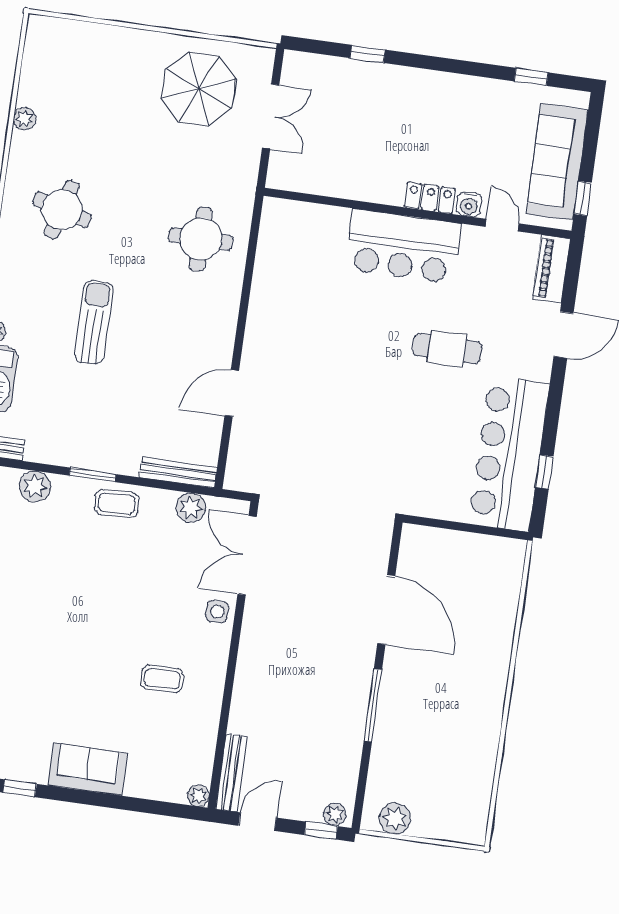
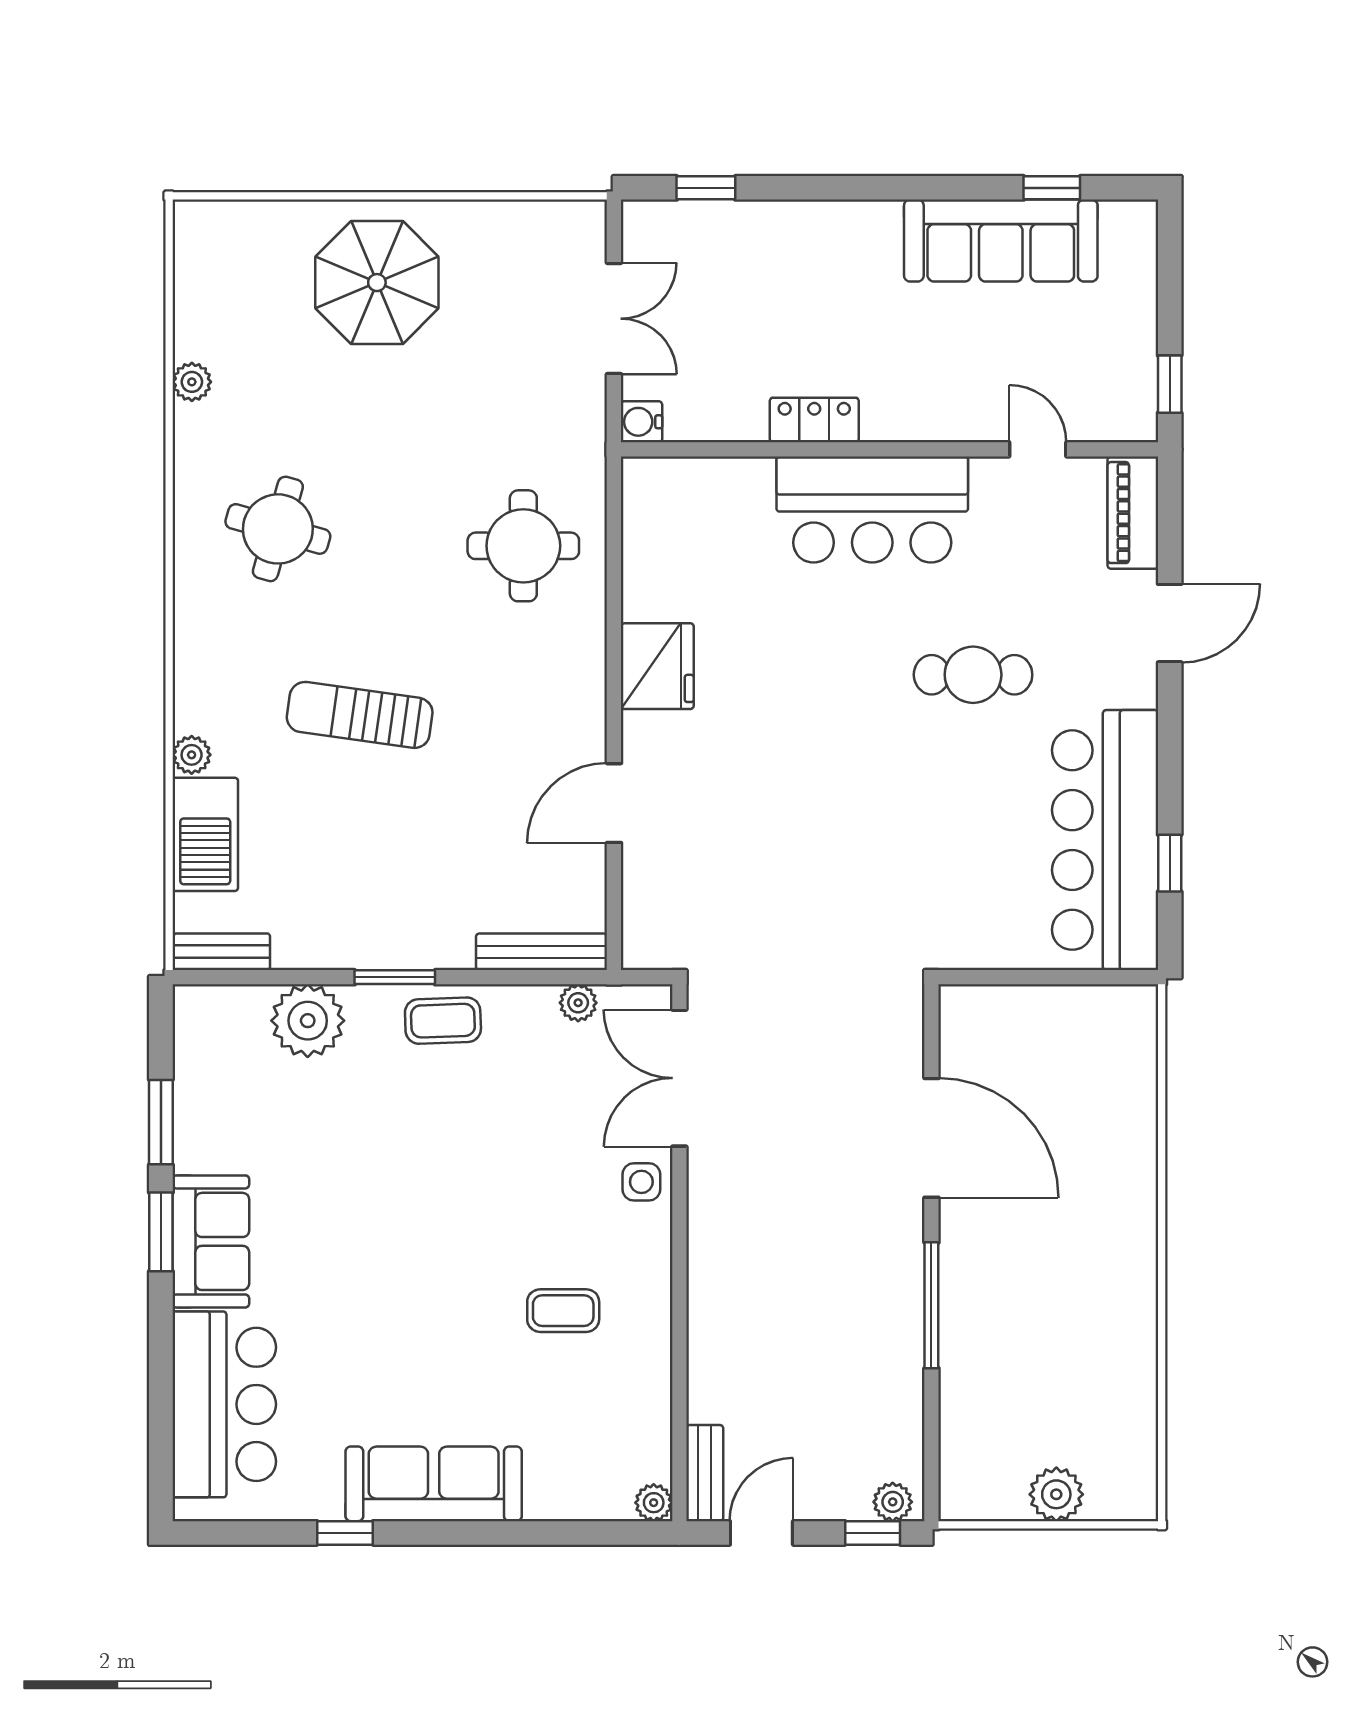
window: (368, 54) -> (706, 188), moved
parasol: (199, 89) -> (377, 283), moved
sofa: (557, 162) -> (1001, 241), moved, turned -90
locker: (430, 198) -> (814, 420), moved
water cooler: (469, 204) -> (641, 422), moved, turned 90
fridge: (268, 318) -> (657, 666), added
sun lounger: (94, 322) -> (360, 715), turned -82
plant: (35, 486) -> (308, 1021), width x1.36, depth x1.36
plant: (191, 508) -> (578, 1003), width x0.73, depth x0.73
sofa: (88, 769) -> (434, 1484), width x1.36
bench: (231, 773) -> (705, 1473), width x0.73
plant: (395, 818) -> (1056, 1494), moved

